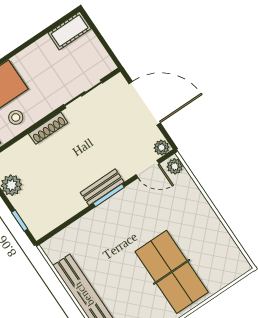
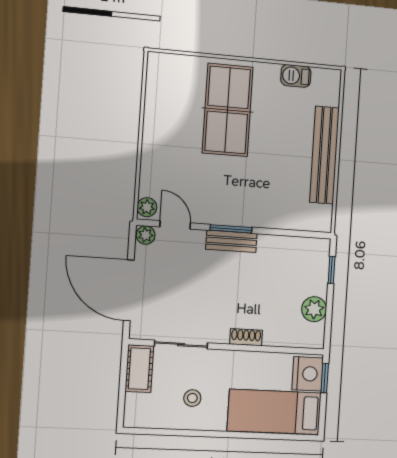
cot: (70, 31) -> (139, 369), moved, turned 90
stool: (16, 117) -> (192, 398), moved
shoe rack: (48, 128) -> (246, 337), width x0.70

